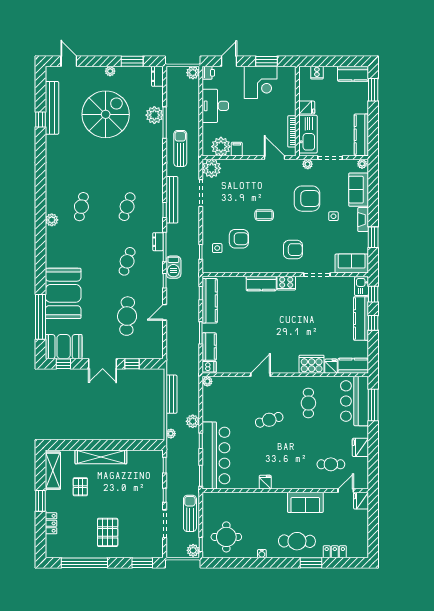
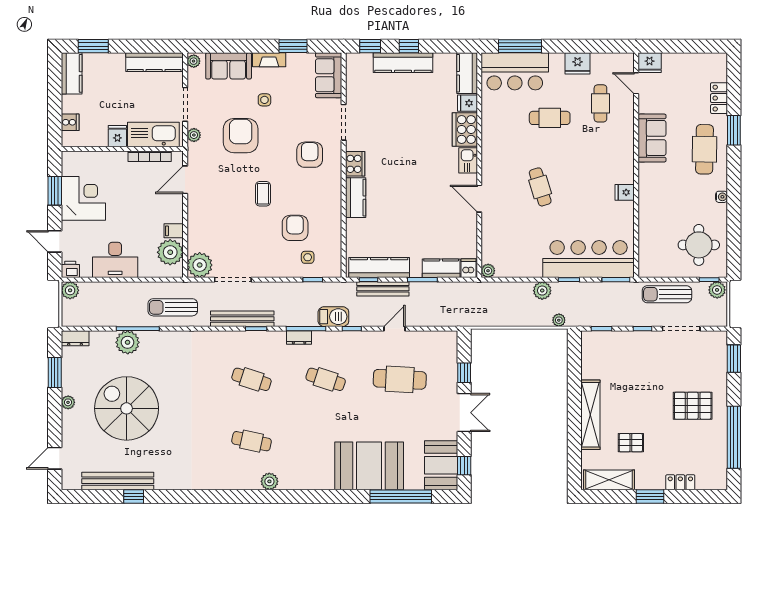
kitchen sink: (361, 286) -> (468, 160), moved, turned 90
door: (165, 312) -> (394, 329), swing flipped
bench: (171, 394) -> (383, 289), moved
cafe table: (308, 403) -> (550, 118), moved

